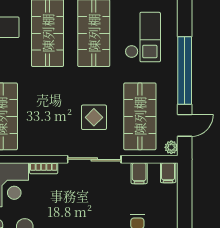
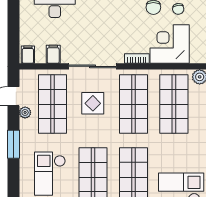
window: (185, 71) -> (13, 144), width x0.47
shop shelf: (48, 116) -> (133, 104), added
plant: (171, 147) -> (25, 112), moved

